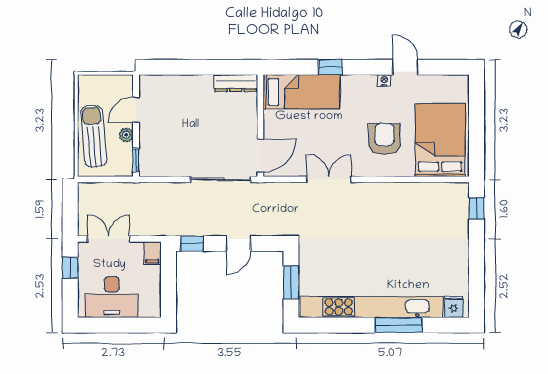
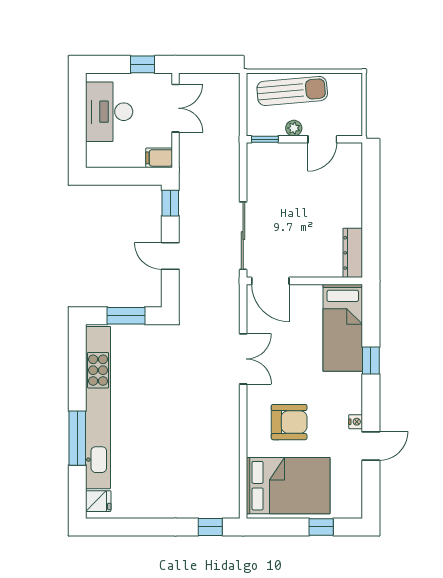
door: (136, 110) -> (322, 139), swing flipped
window: (476, 111) -> (321, 527), added

